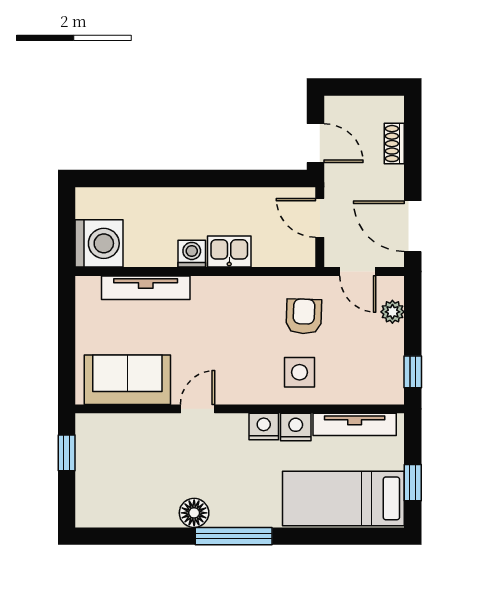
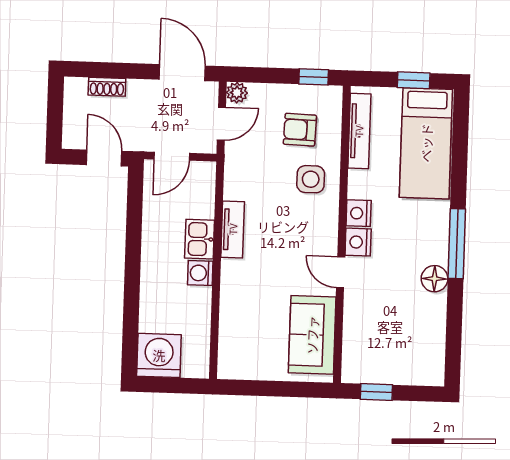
door: (315, 143) -> (104, 158), hinge flipped
door: (413, 226) -> (182, 73), swing flipped
washing machine: (99, 243) -> (159, 355), moved
tv unit: (146, 288) -> (233, 229), moved, width x0.71
plant: (392, 312) -> (237, 93), moved
armchair: (304, 316) -> (300, 130), moved
nightstand: (296, 427) -> (358, 242), moved

